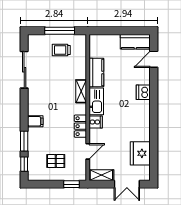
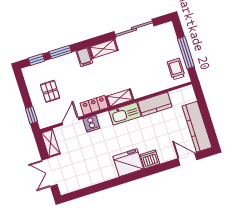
kitchen counter: (135, 42) -> (197, 127), width x1.50
trolley: (61, 50) -> (176, 69), moved
shelving: (81, 91) -> (120, 98), moved
shelving: (33, 102) -> (103, 49), added
cooker: (96, 122) -> (91, 124), moved
door: (88, 151) -> (71, 121), swing flipped
fridge: (140, 153) -> (128, 163), moved

